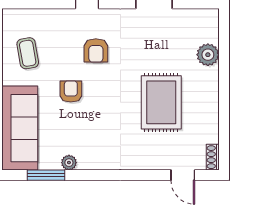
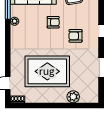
rug: (161, 102) -> (47, 71), width x1.37, depth x1.44

